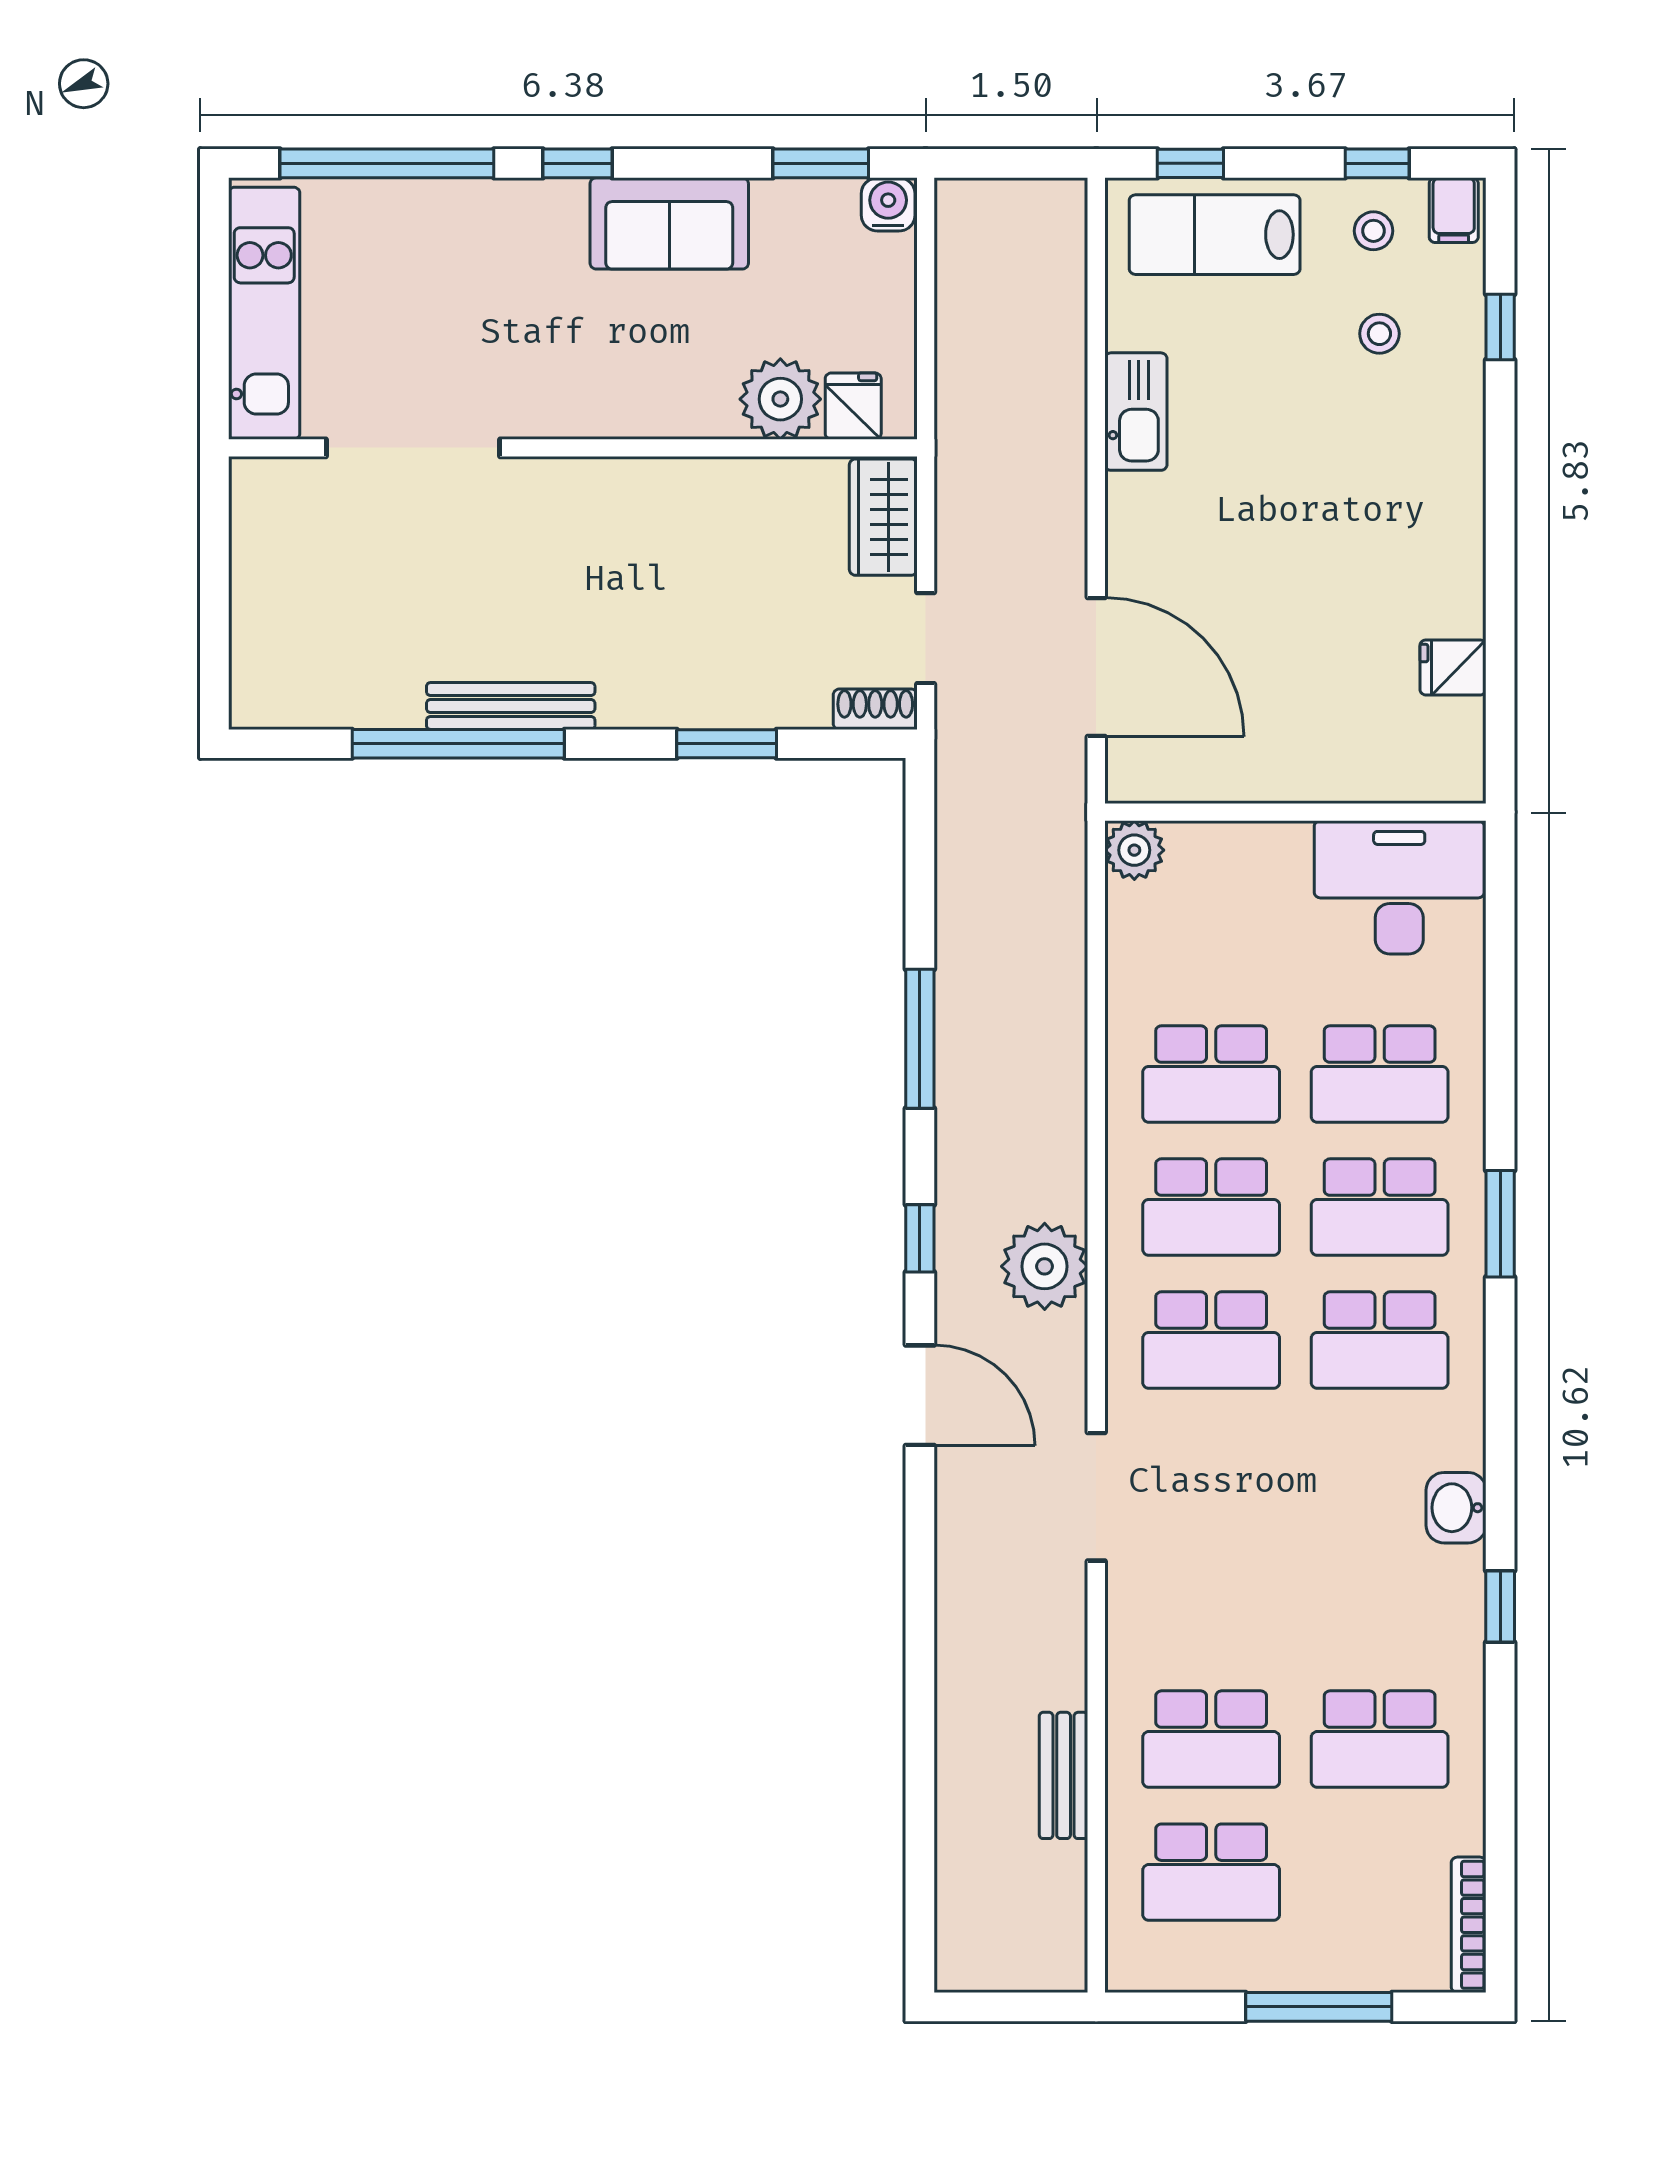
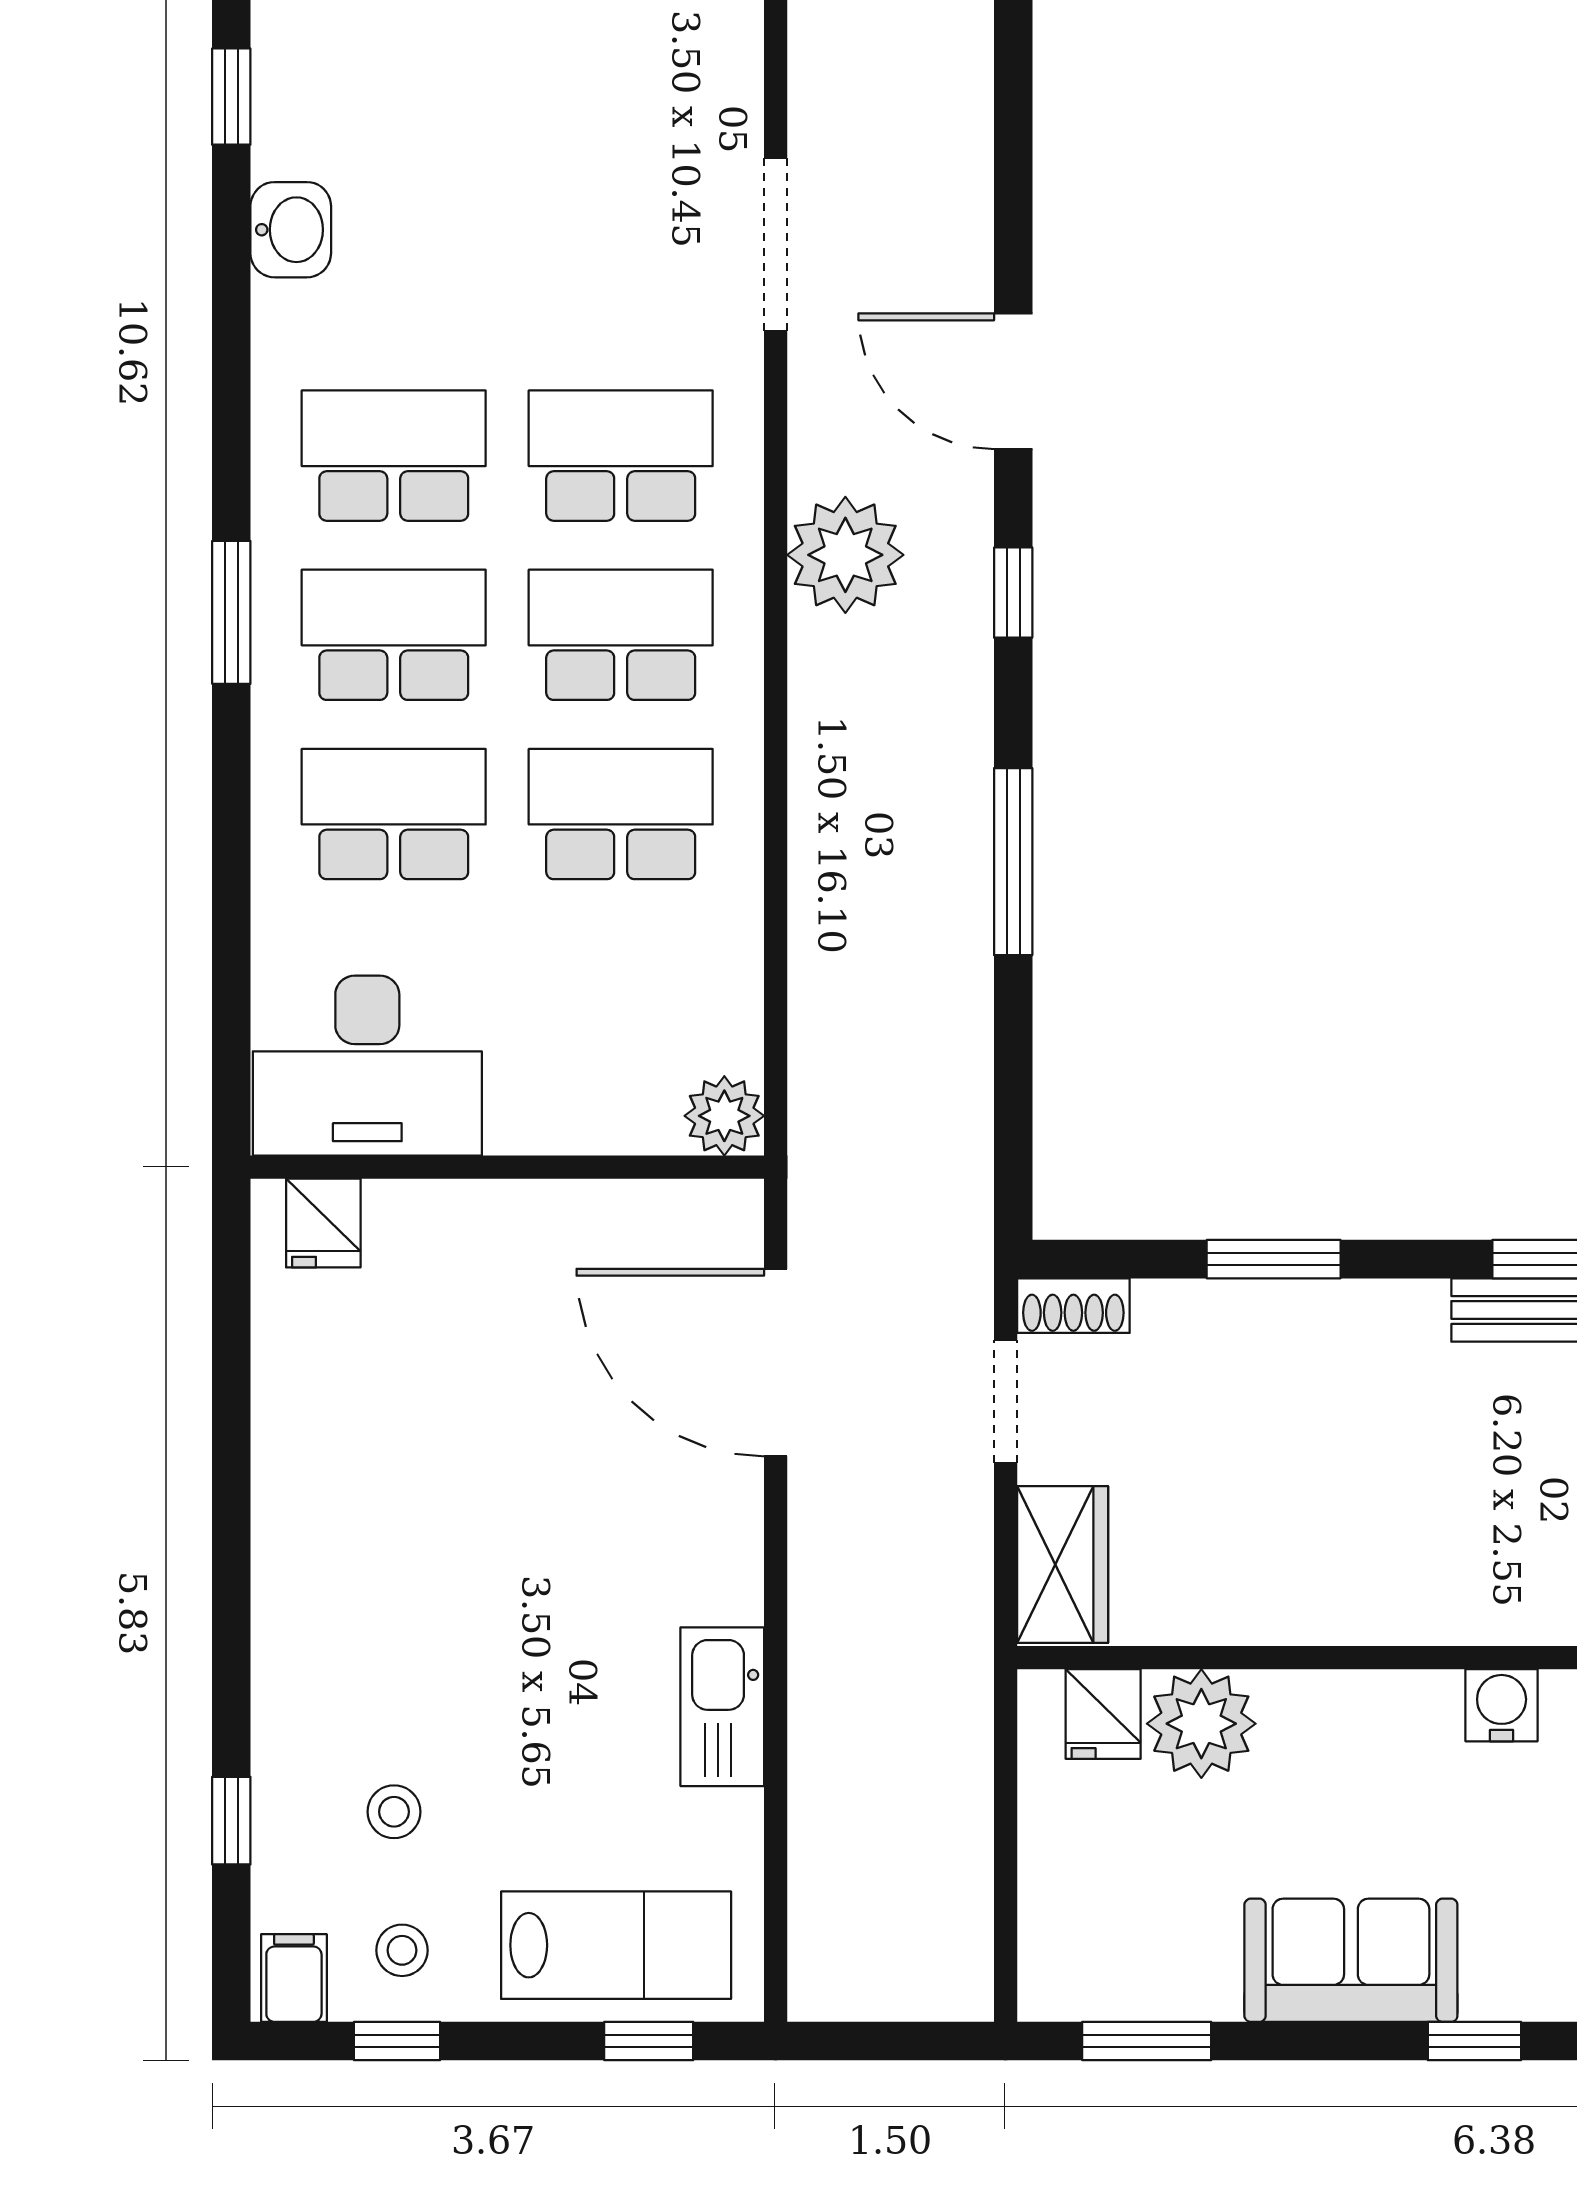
water cooler: (888, 204) -> (1502, 1705), moved, turned 180
fridge: (1453, 667) -> (323, 1223), moved, turned 90

